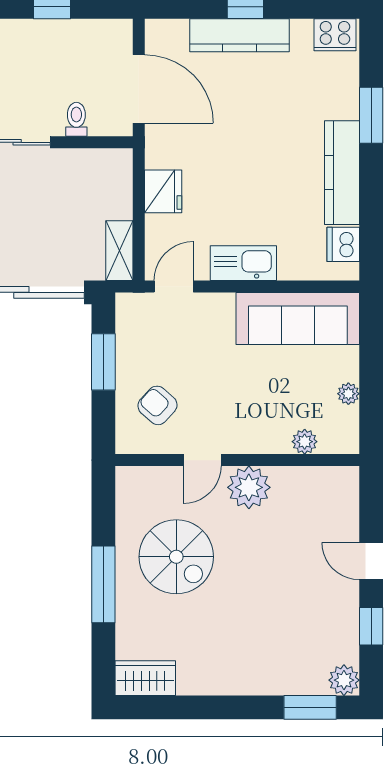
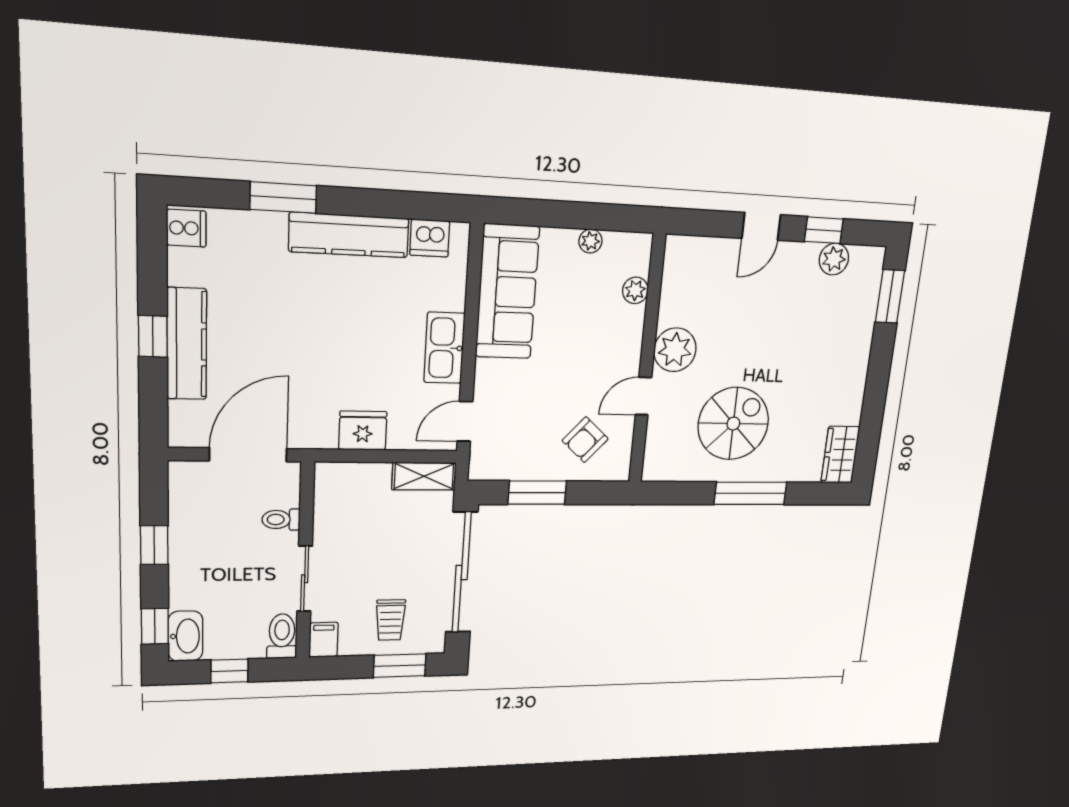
cooker: (335, 35) -> (186, 228), width x0.73
door: (174, 286) -> (465, 421), hinge flipped
door: (202, 460) -> (643, 396), swing flipped
plant: (344, 680) -> (834, 259), moved

